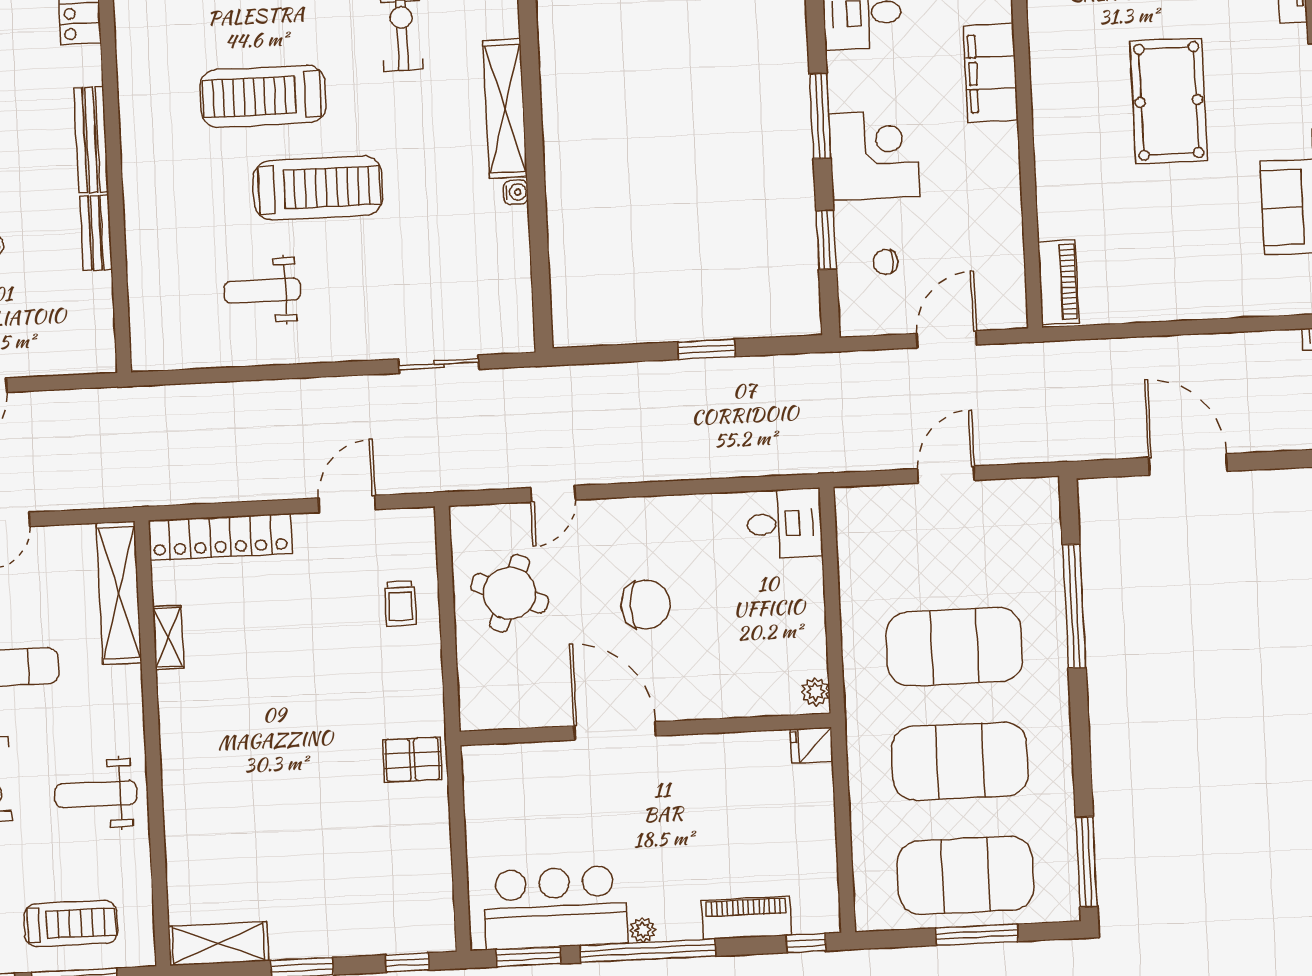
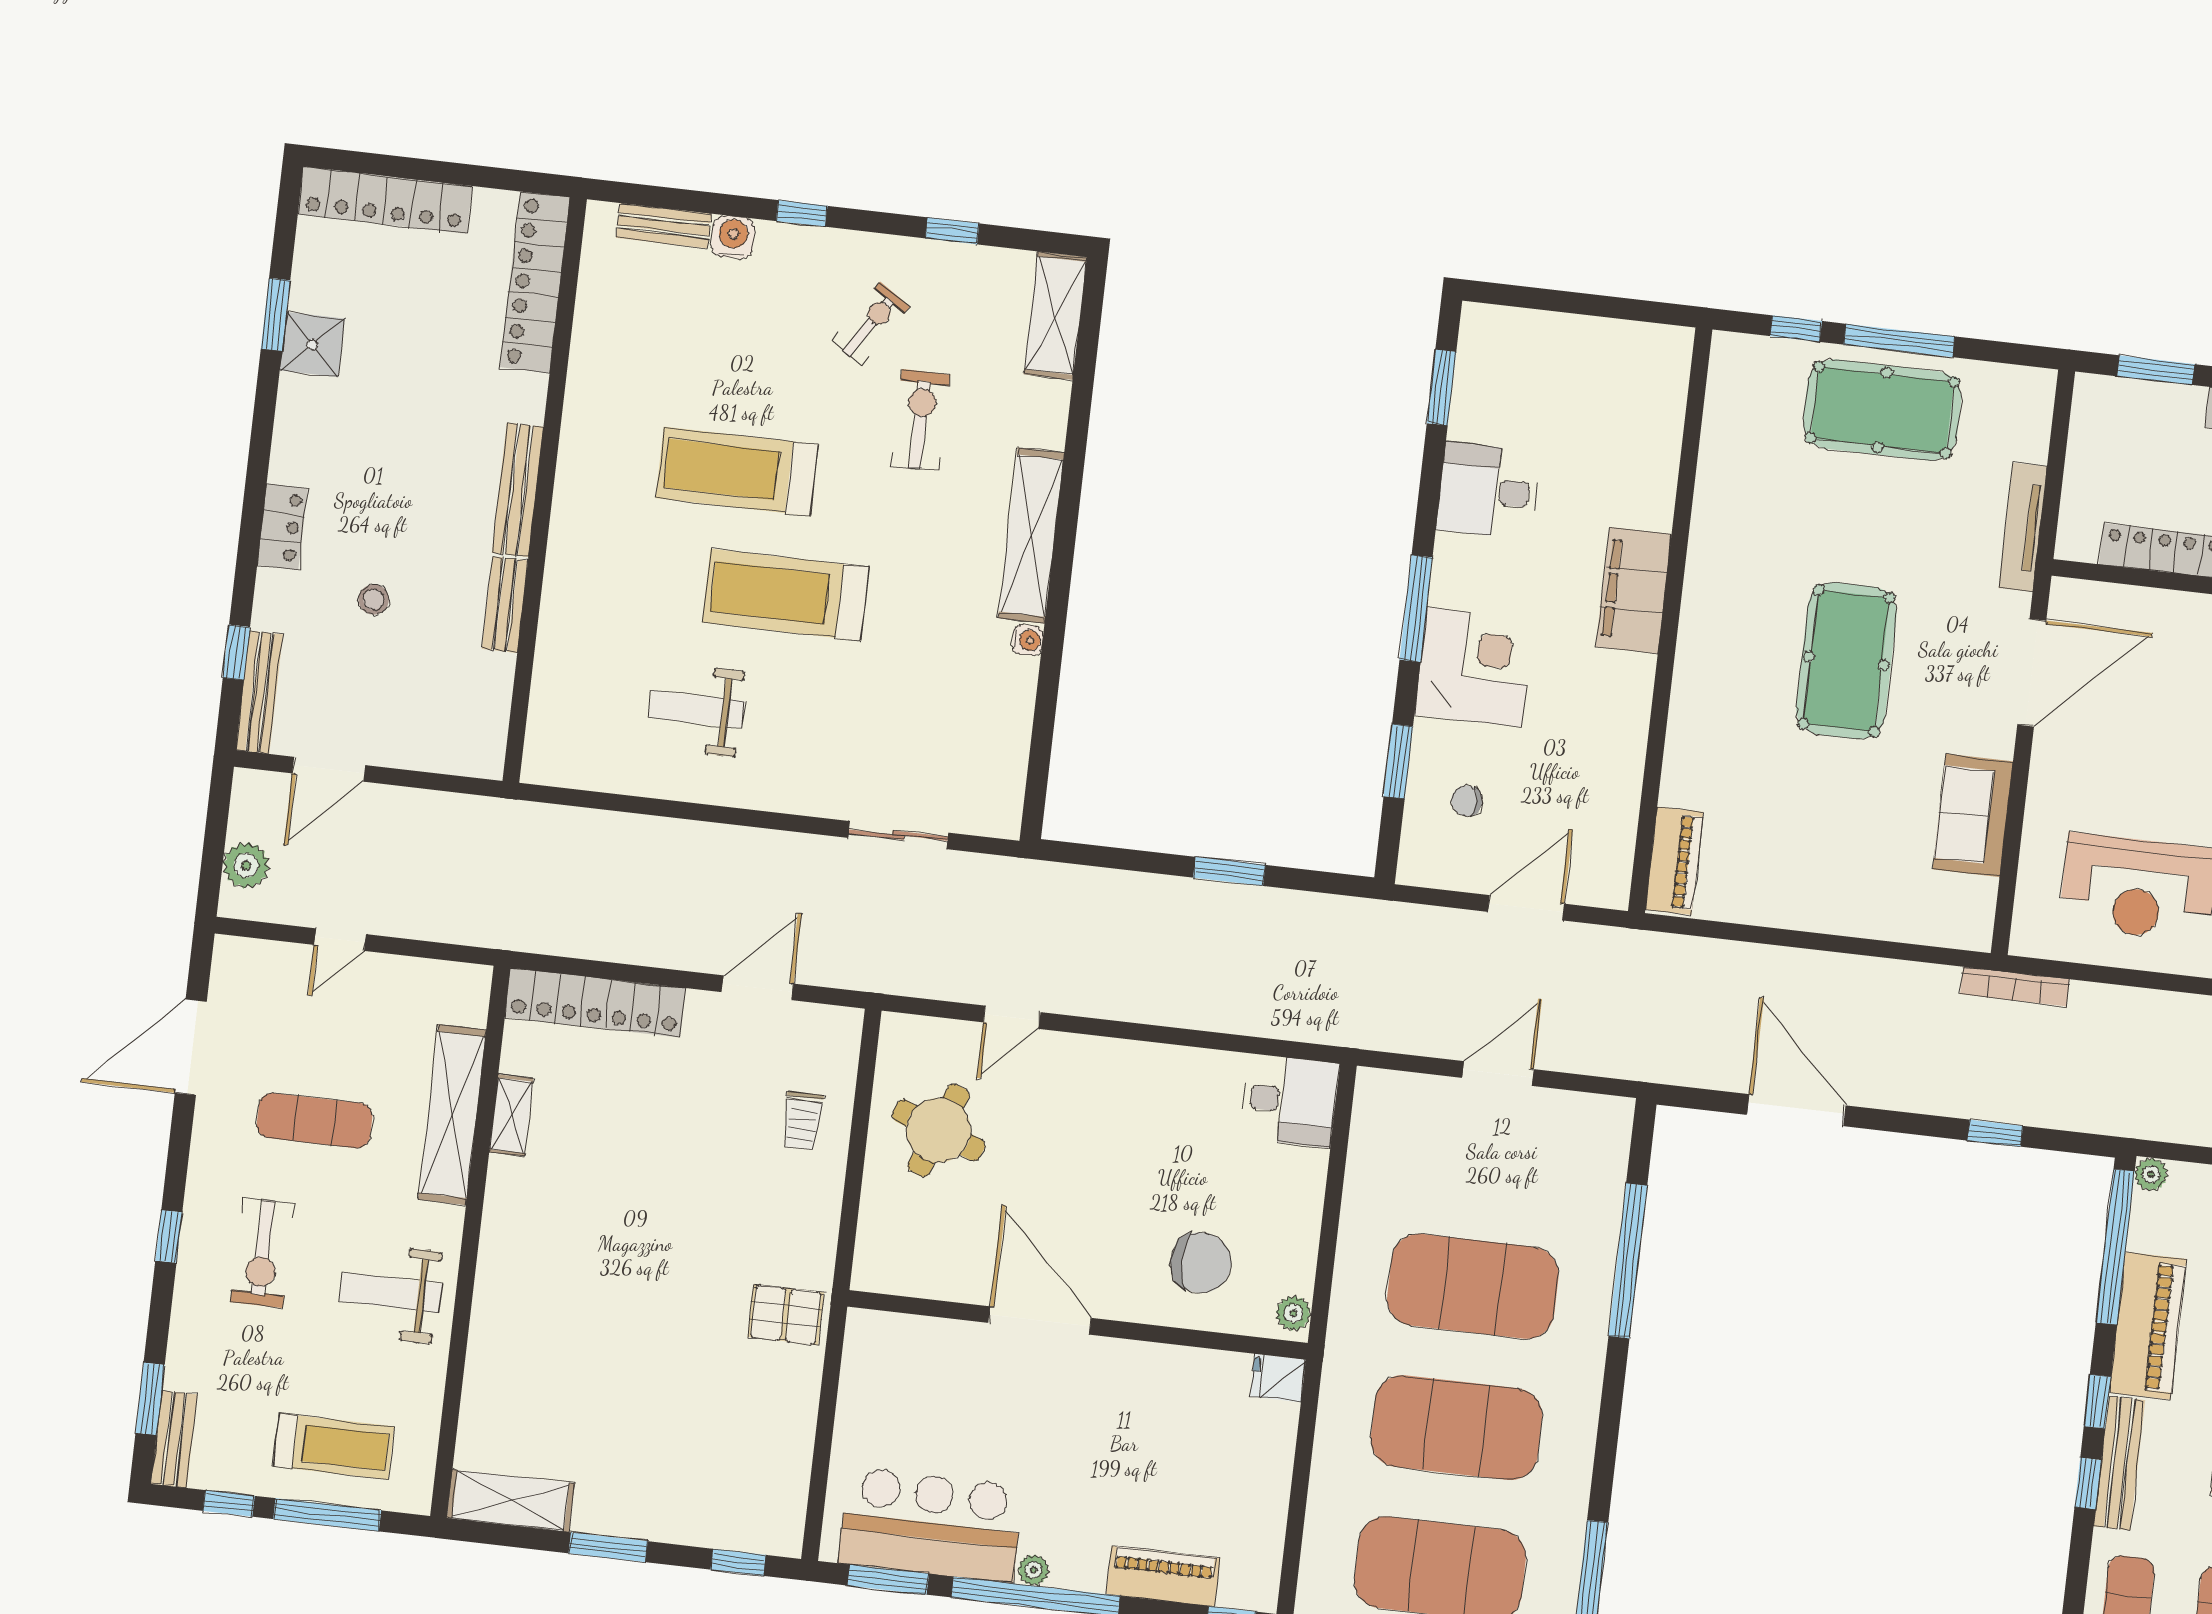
treadmill: (318, 188) -> (786, 595), turned 180
shelving: (119, 593) -> (452, 1115), moved
chair: (645, 604) -> (1201, 1263), moved

